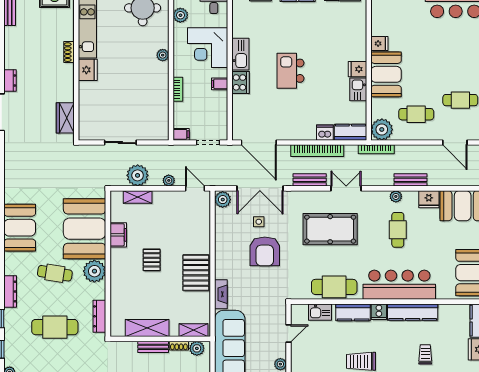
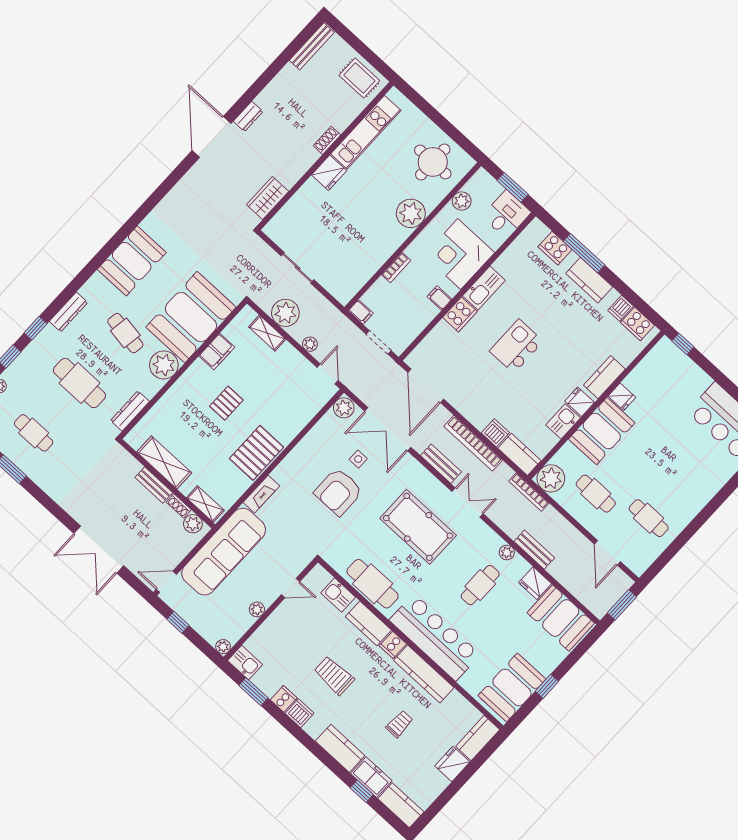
kitchen counter: (359, 41) -> (604, 377), added
plant: (163, 55) -> (411, 213), width x1.88, depth x1.88

